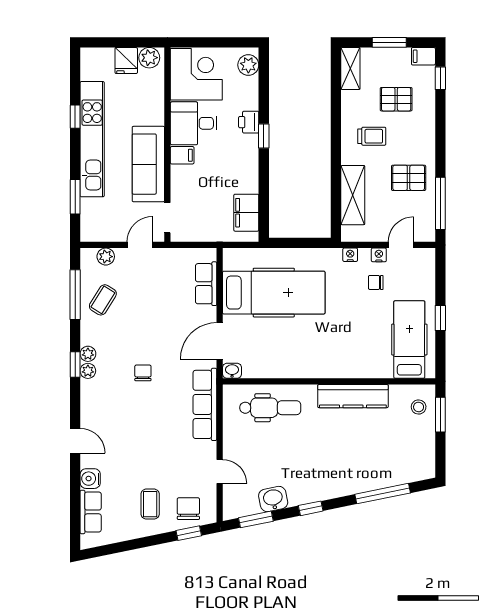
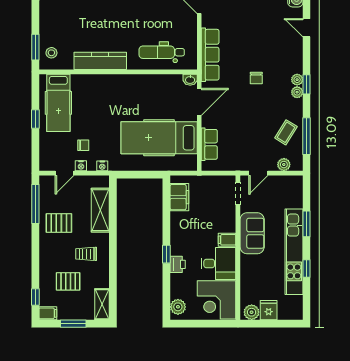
sofa: (148, 164) -> (252, 233), width x0.73
window: (75, 197) -> (307, 224), moved

